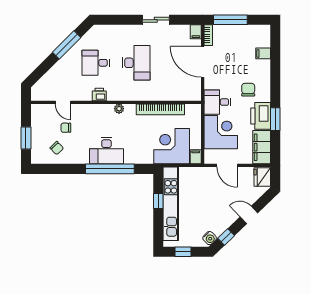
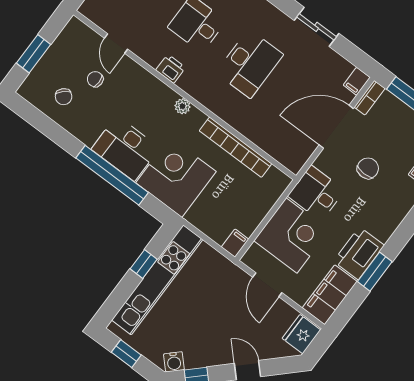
door: (203, 62) -> (336, 127), hinge flipped
chair: (248, 90) -> (368, 168), moved
corner desk: (172, 146) -> (176, 177), moved

